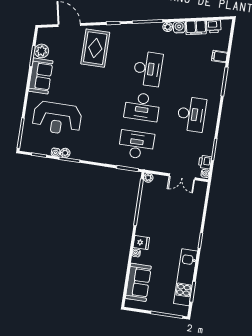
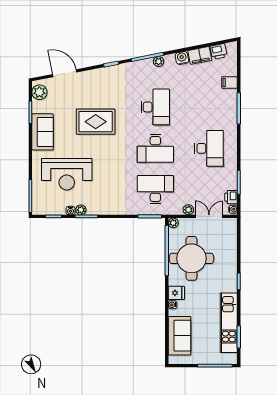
plant: (168, 27) -> (159, 61), moved
rug: (95, 48) -> (96, 122), moved, turned 90
plant: (42, 51) -> (39, 92), moved
plant: (164, 168) -> (188, 210), added
double door: (182, 177) -> (209, 216), swing flipped
round table: (160, 213) -> (191, 258), added

